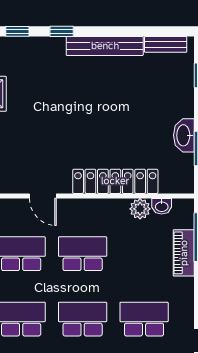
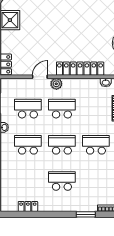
door: (43, 196) -> (40, 77), swing flipped
plant: (140, 209) -> (56, 84), moved

